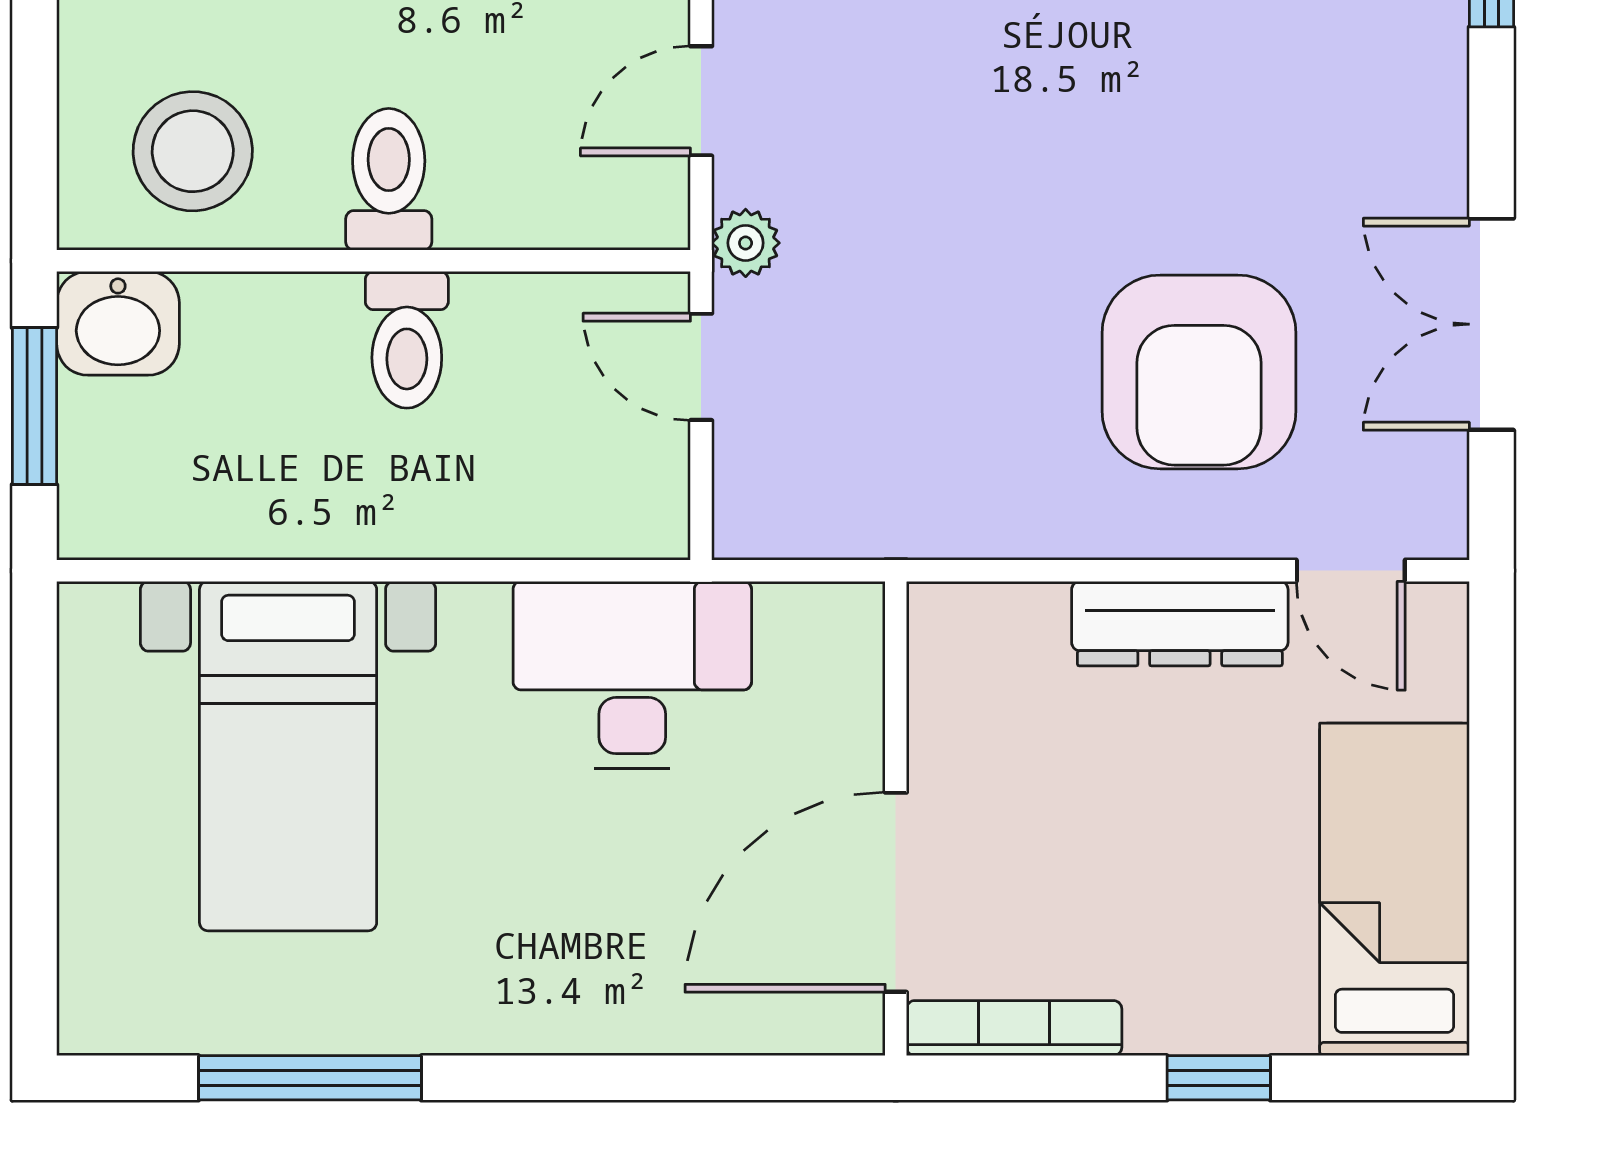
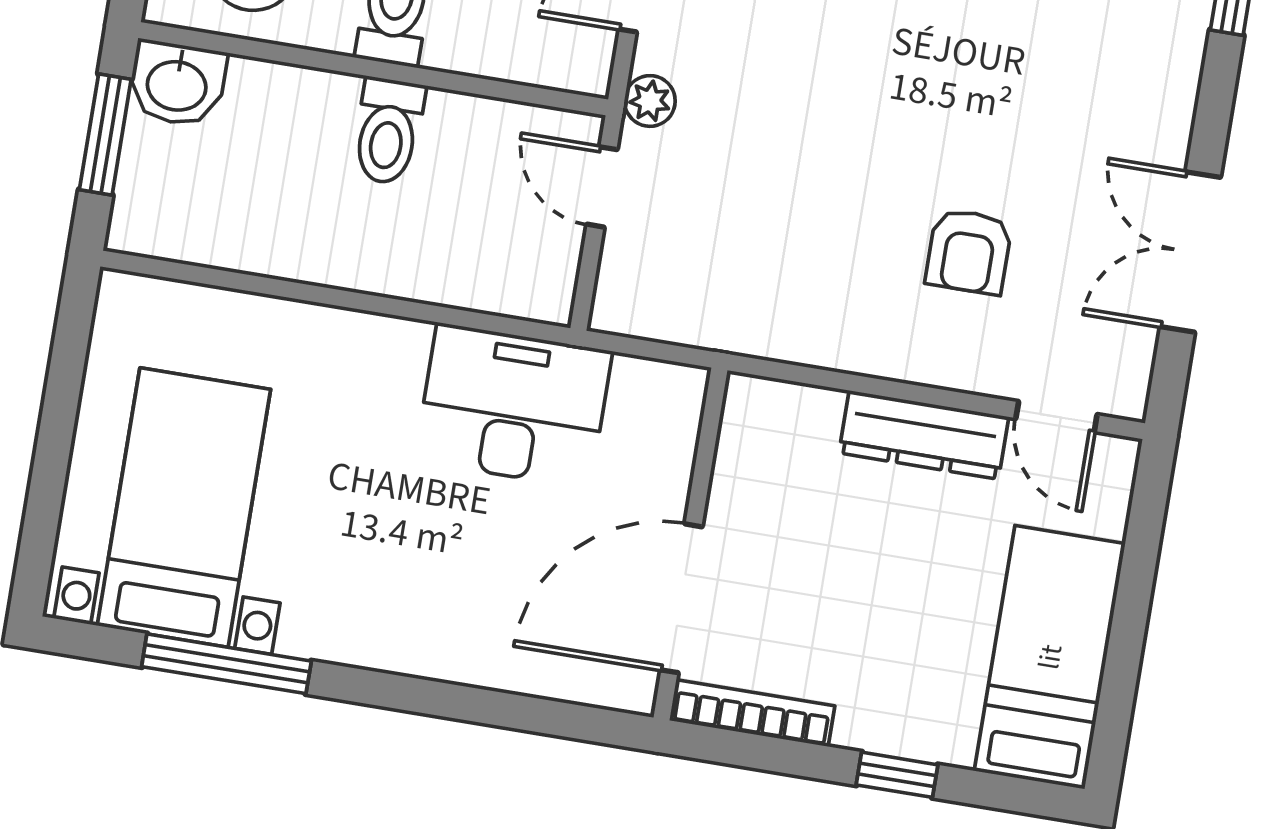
armchair: (1199, 372) -> (969, 252), width x0.53, depth x0.53
bed with nightstands: (288, 756) -> (184, 507), moved, turned 180

